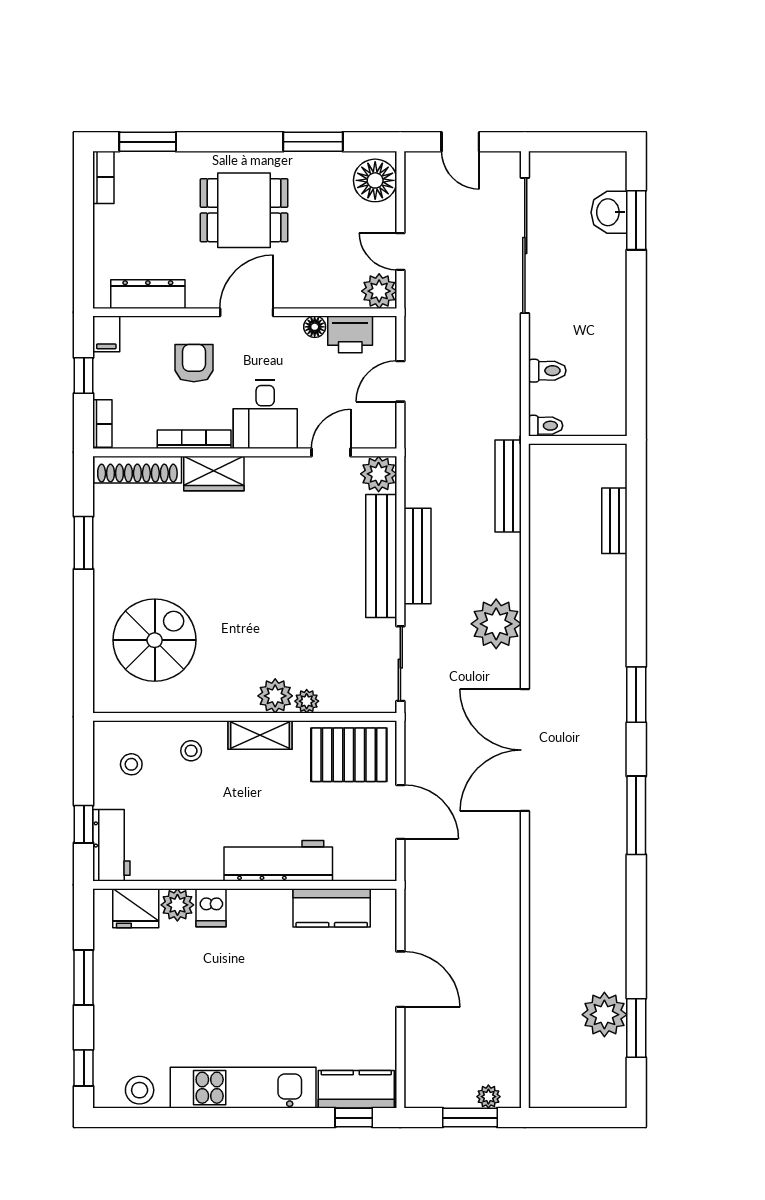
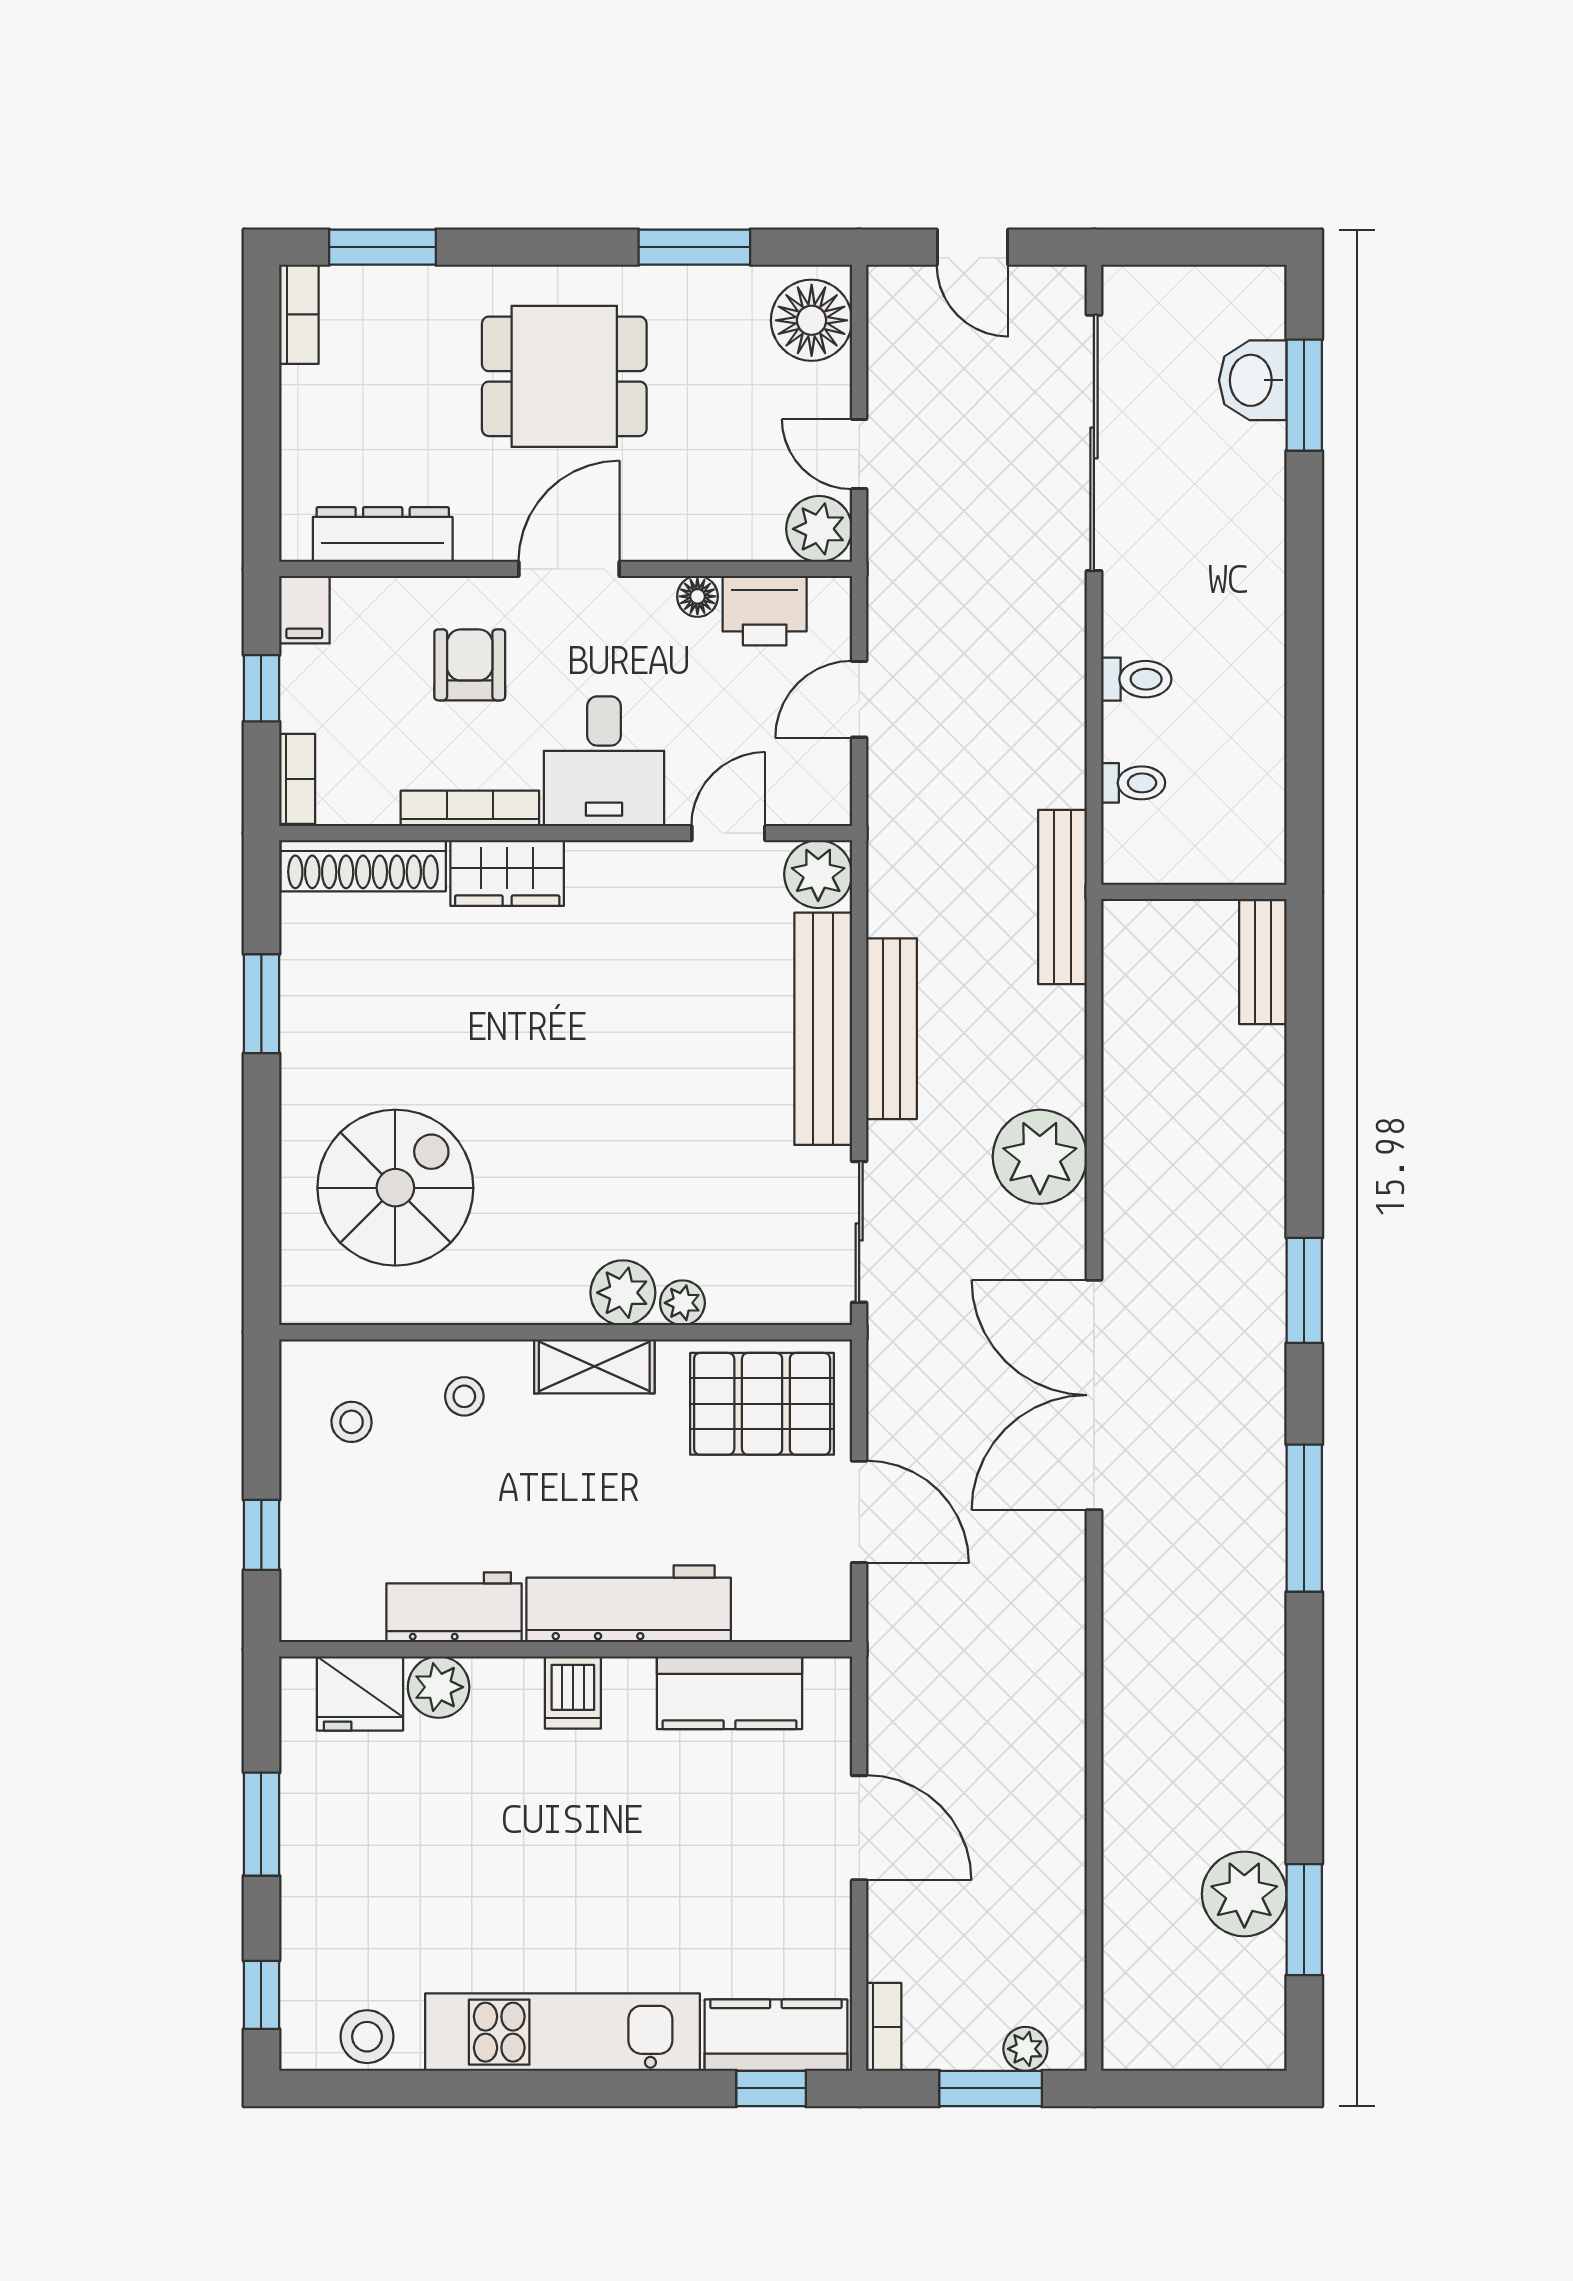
wall: (578, 440) -> (1194, 892), moved
workbench: (111, 845) -> (454, 1607), moved, turned -90
dishwasher: (211, 908) -> (573, 1692), moved
bookcase: (413, 1085) -> (884, 2027), added

